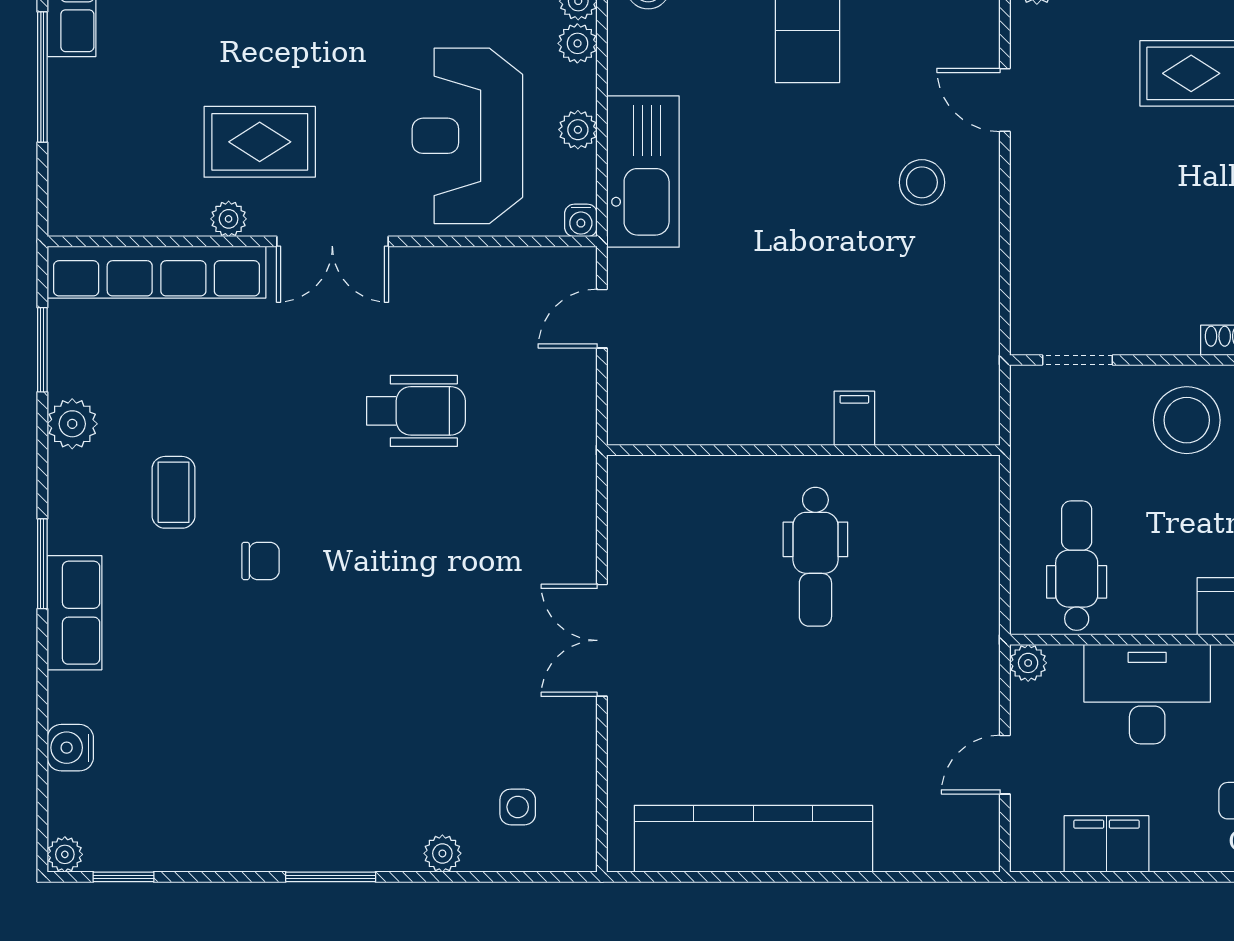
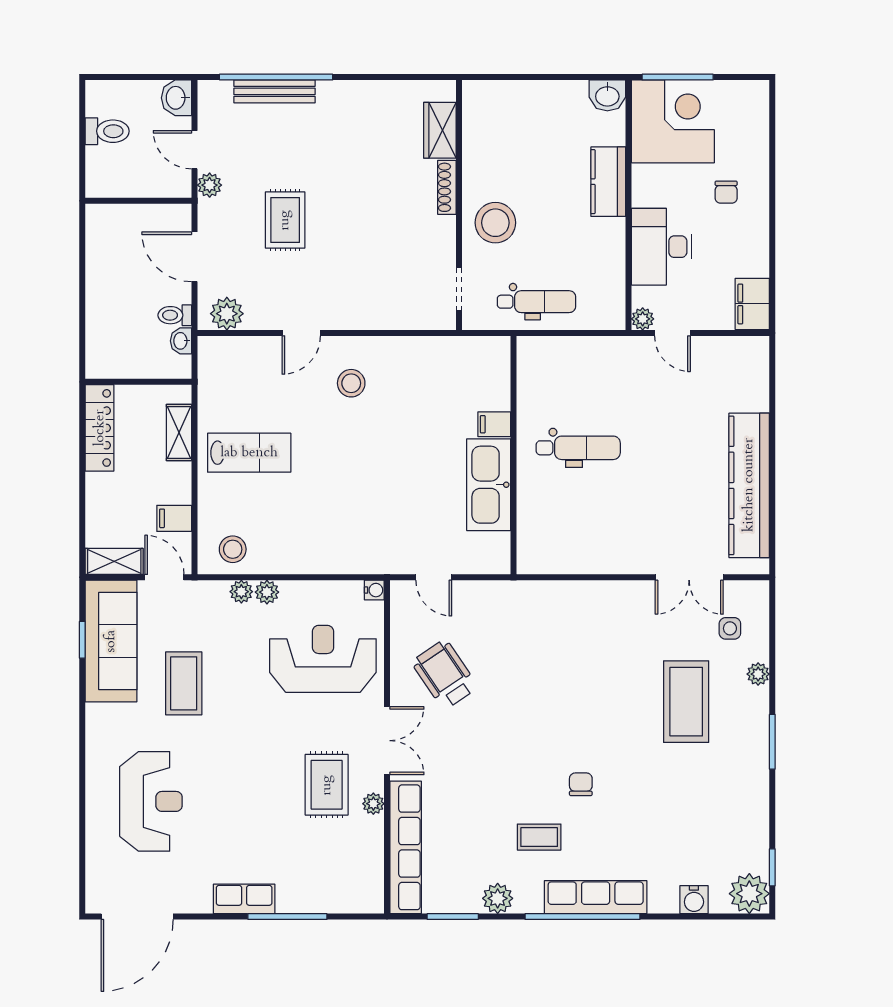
plant: (578, 130) -> (319, 592), removed
reception desk: (467, 136) -> (323, 659), turned 180
kitchen sink: (643, 172) -> (489, 485), moved, turned -90
wheelchair: (416, 411) -> (445, 674), moved, turned -34
window: (42, 564) -> (582, 917), width x2.11
dental chair: (1077, 566) -> (537, 302), moved, turned 180
row of seats: (74, 613) -> (596, 897), width x1.48
double door: (602, 640) -> (689, 577), moved
coffee table: (397, 735) -> (686, 702), added
door: (1005, 765) -> (672, 333), moved
filing cabinet: (1107, 844) -> (752, 304), moved
plant: (65, 854) -> (749, 894), width x1.88, depth x1.88

